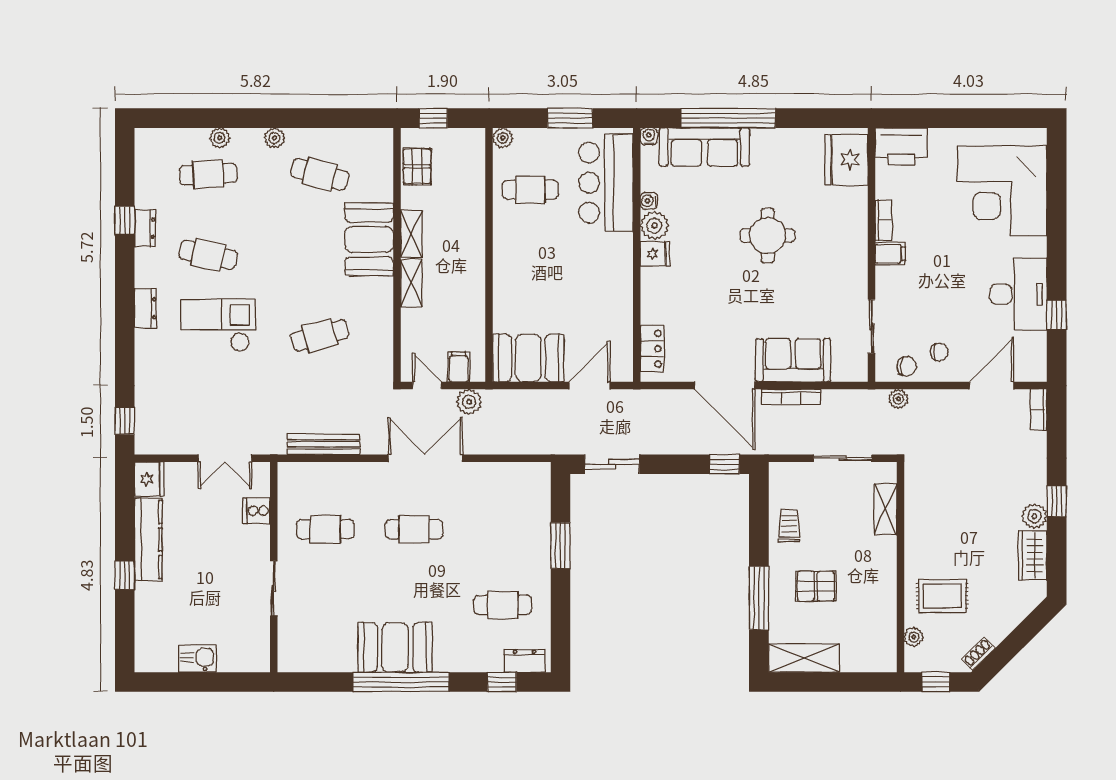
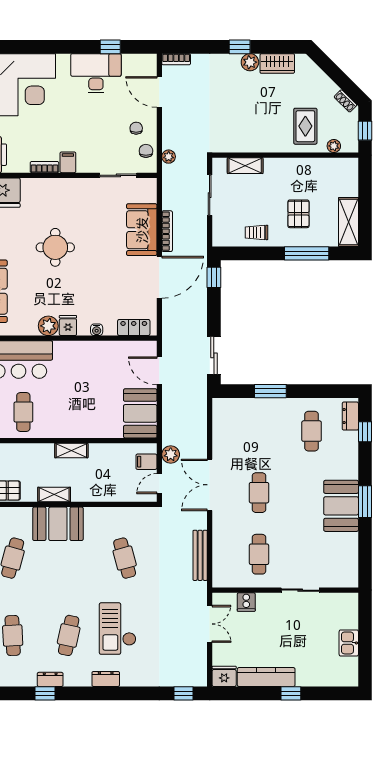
water cooler: (649, 201) -> (97, 330), moved
shelving: (411, 283) -> (71, 451), moved
window: (401, 682) -> (365, 502), width x0.47

